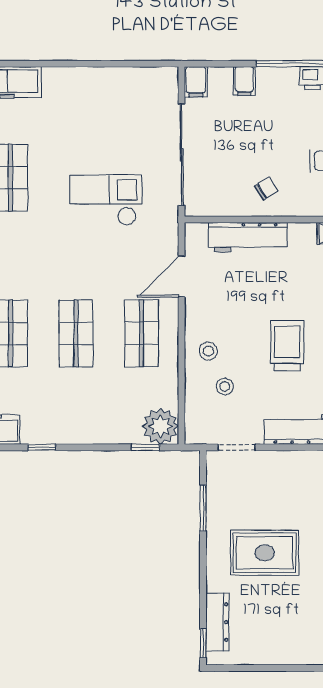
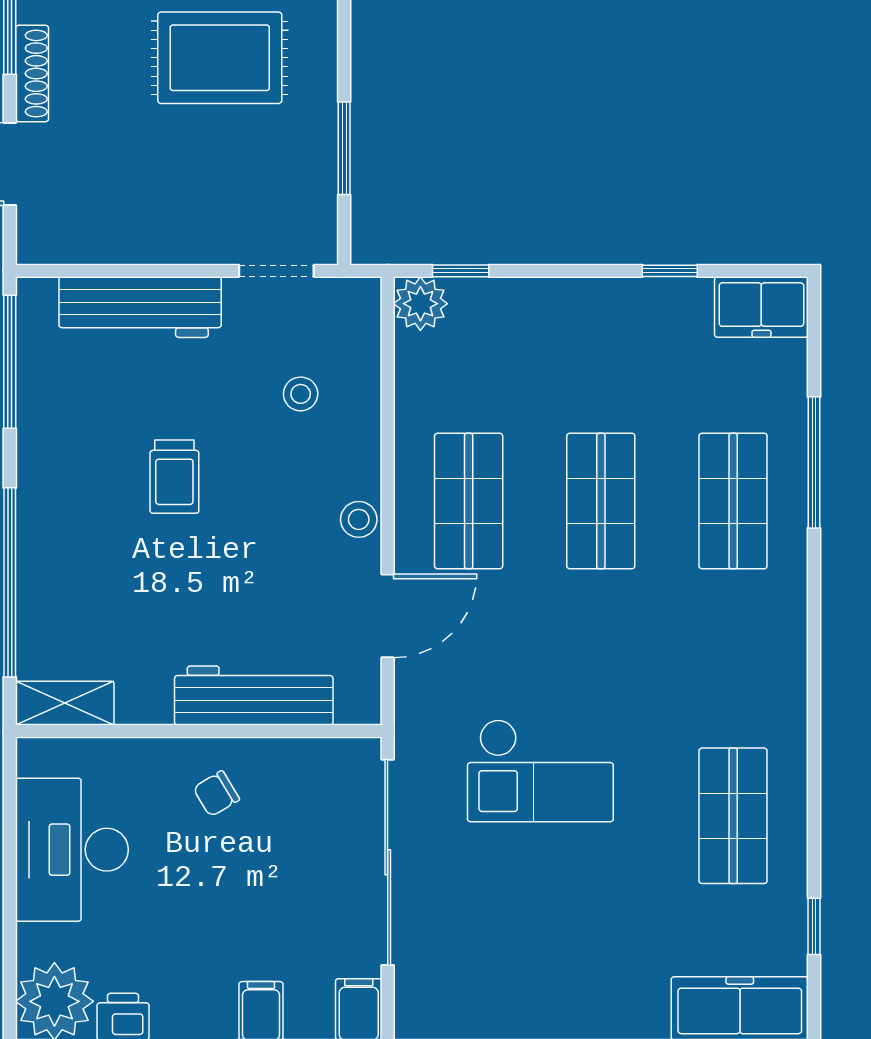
trolley: (287, 345) -> (174, 477), width x0.73, depth x0.72
stool: (208, 351) -> (359, 519), moved
plant: (160, 426) -> (420, 304), width x0.73, depth x0.73

